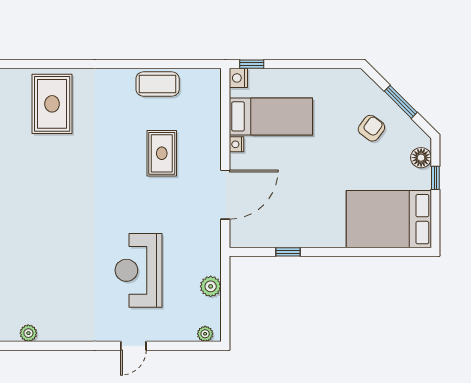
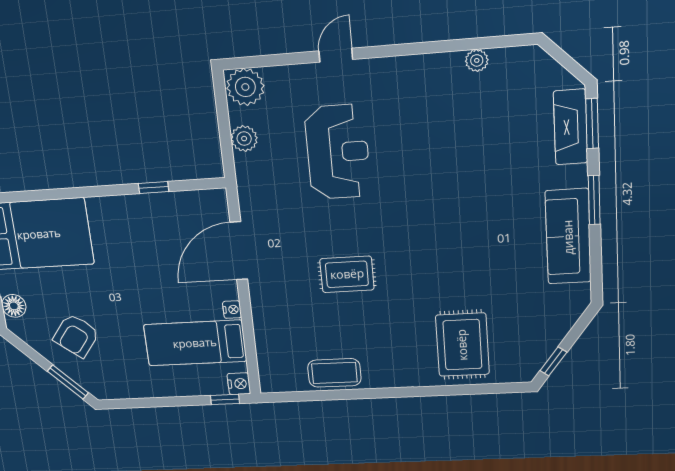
window: (401, 102) -> (68, 382), moved
armchair: (371, 128) -> (76, 336), width x1.38, depth x1.38
rug: (162, 153) -> (347, 274), moved, turned 90
plant: (205, 334) -> (245, 87), width x1.88, depth x1.88

